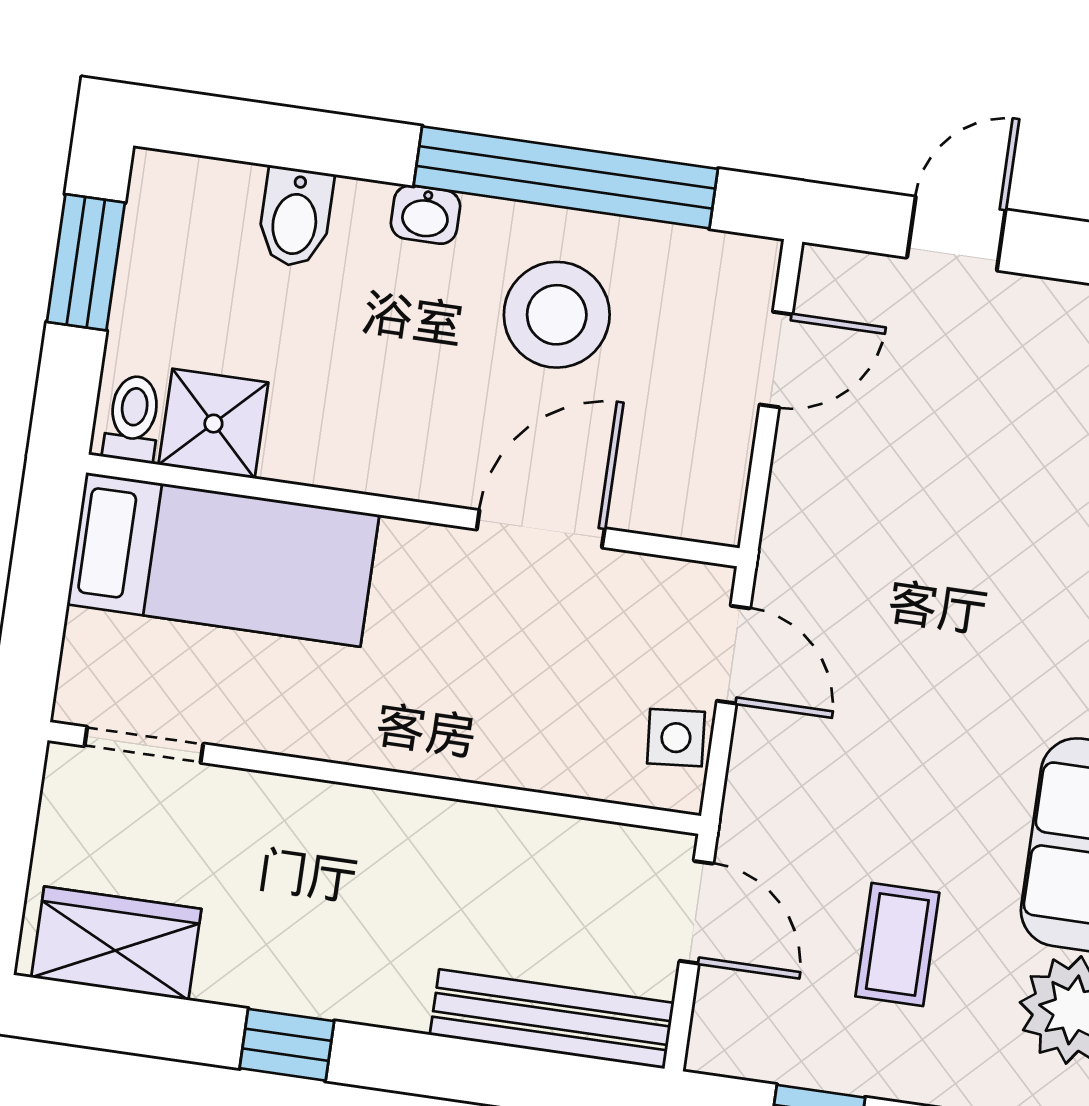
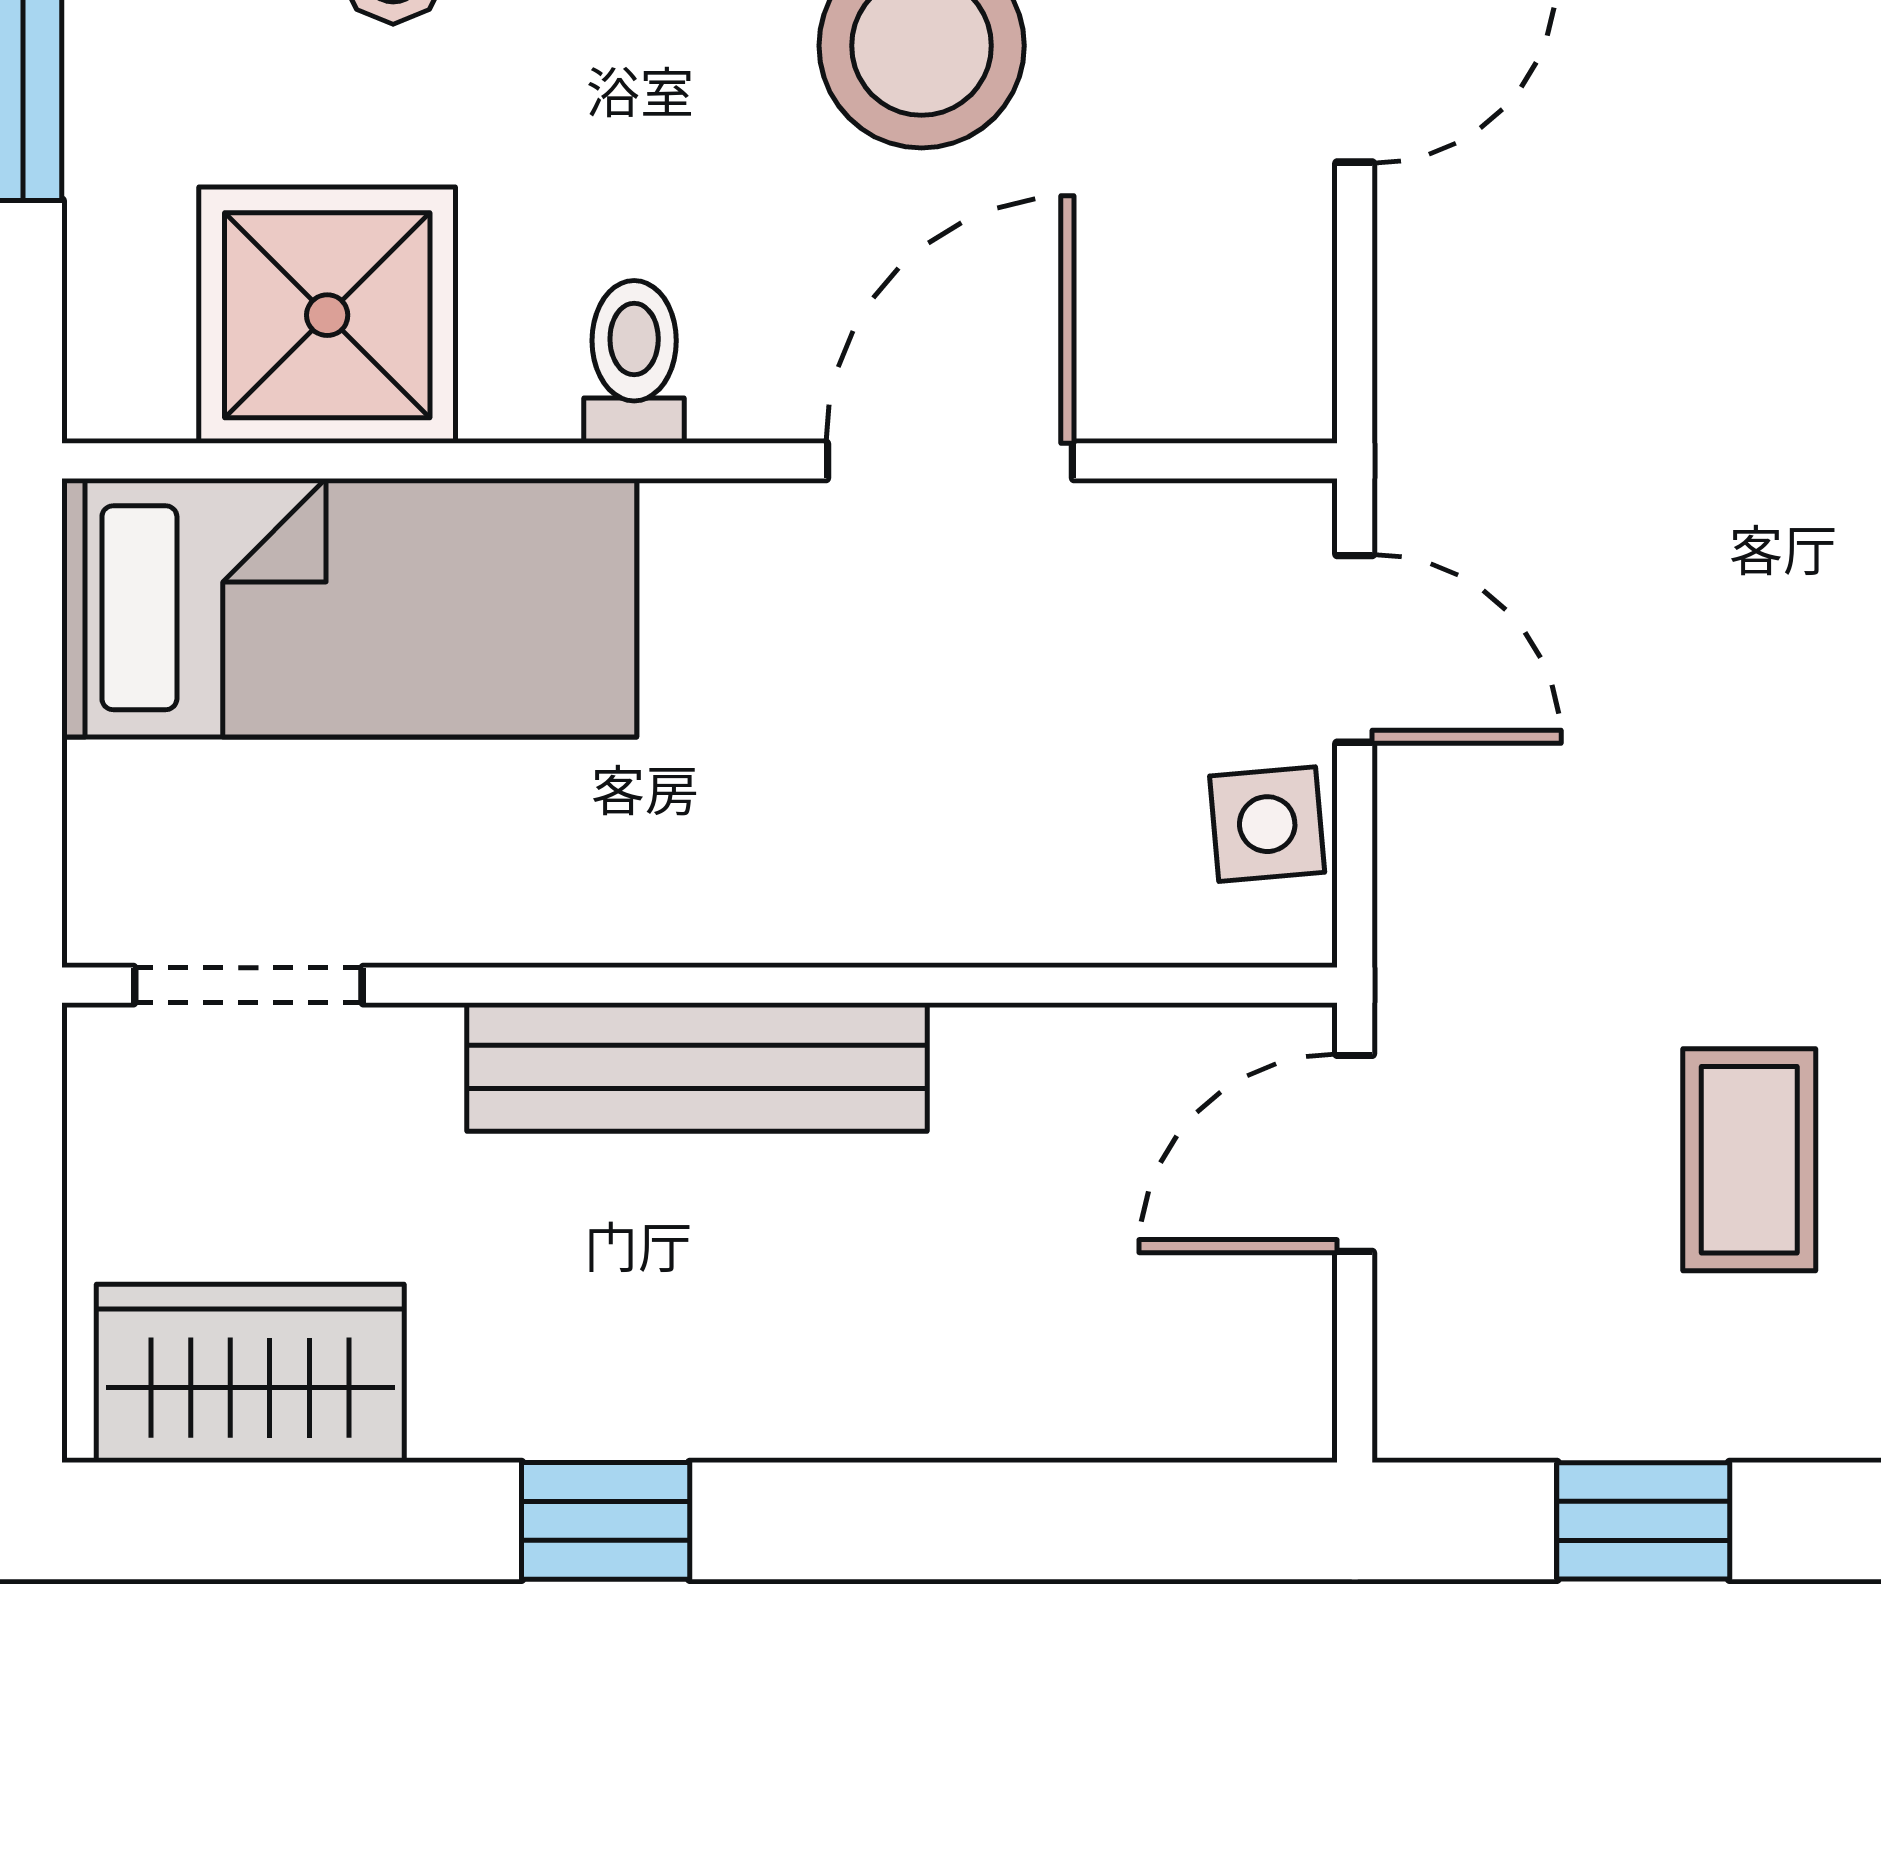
toilet: (133, 418) -> (634, 362), moved
shower: (213, 424) -> (327, 315), width x1.36, depth x1.36
door: (696, 912) -> (1355, 1153), swing flipped
bench: (552, 1019) -> (697, 1067), moved

